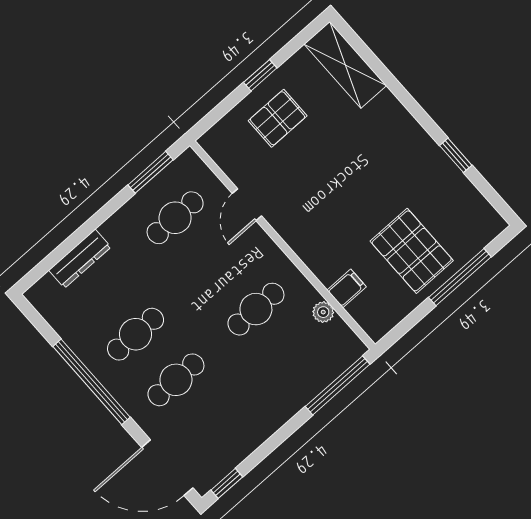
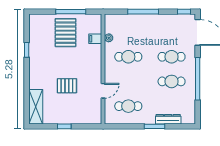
pallet: (278, 118) -> (67, 86), moved
window: (151, 172) -> (154, 126), moved
window: (460, 277) -> (71, 12), moved
window: (338, 385) -> (143, 12), moved

